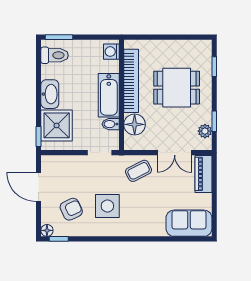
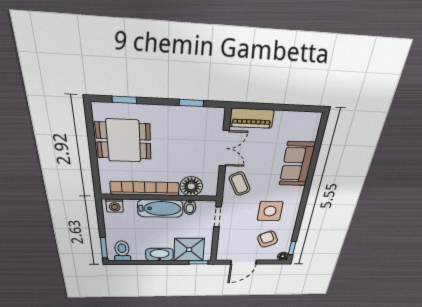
dining table: (177, 88) -> (124, 141), moved, turned 90
plant: (205, 131) -> (203, 115), removed
sofa: (189, 223) -> (297, 164), moved

